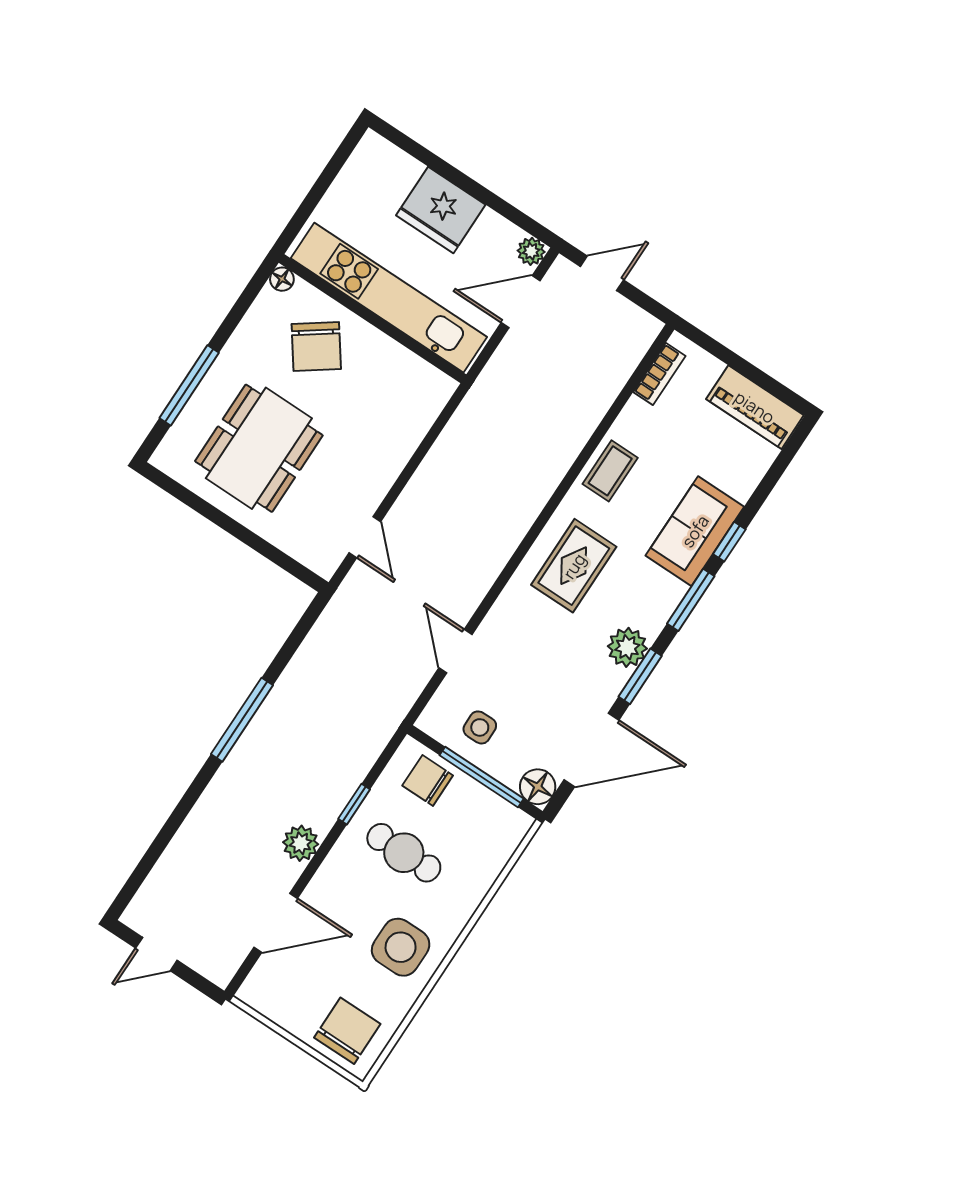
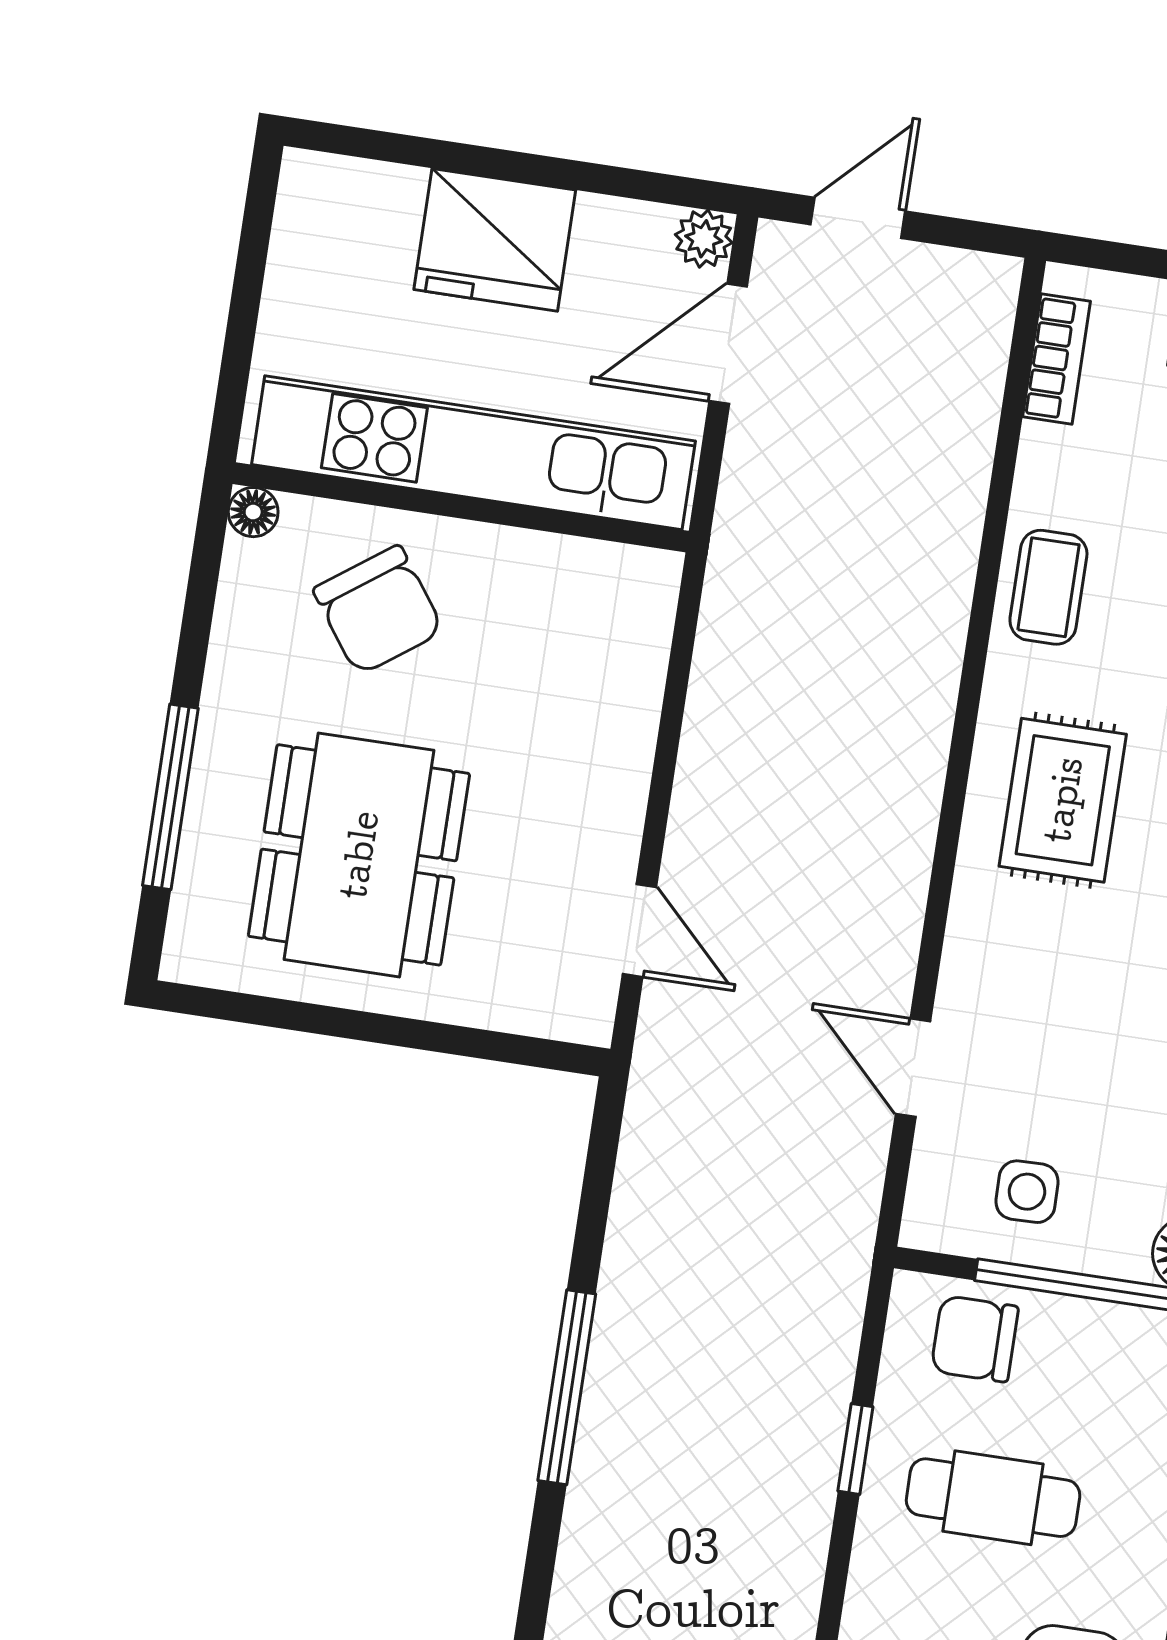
plant: (301, 843) -> (788, 1571), removed

